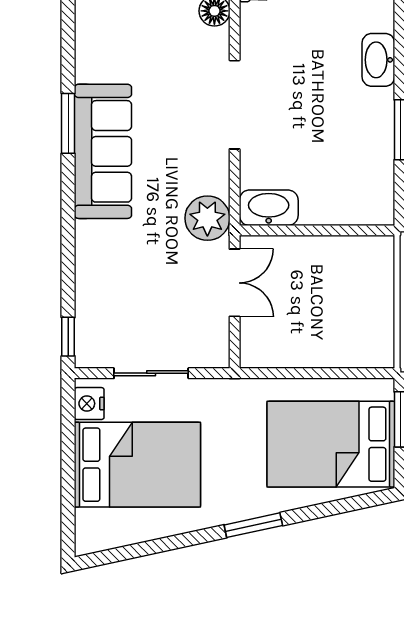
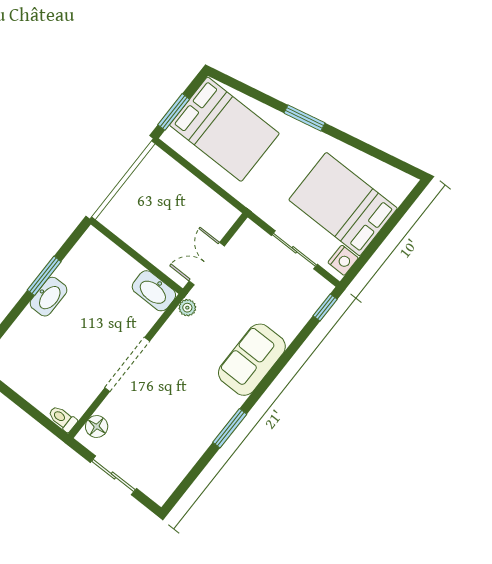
washbasin: (378, 60) -> (49, 297), moved
sofa: (103, 151) -> (252, 360), moved, width x0.73
plant: (207, 218) -> (187, 308), width x0.53, depth x0.53

